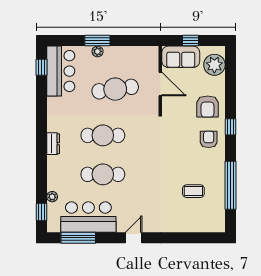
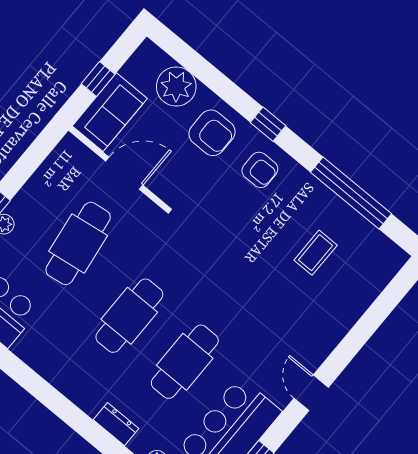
plant: (214, 65) -> (176, 87), moved
armchair: (209, 139) -> (260, 170), turned 180
dresser: (53, 144) -> (116, 424), moved

